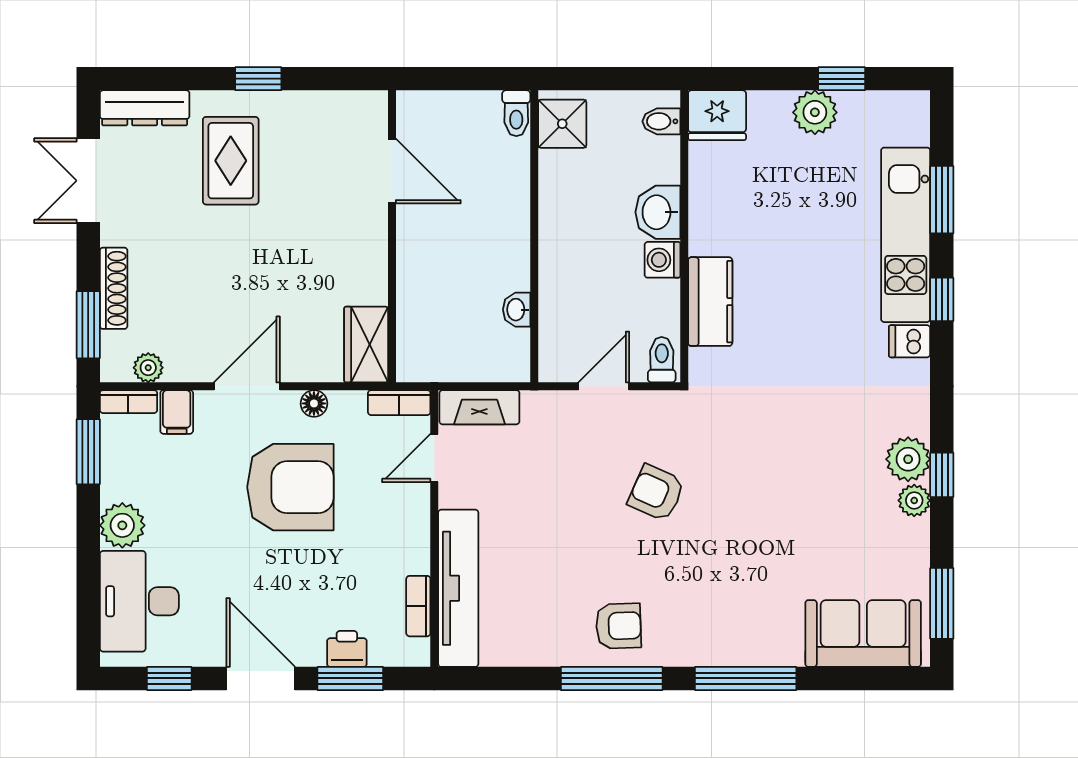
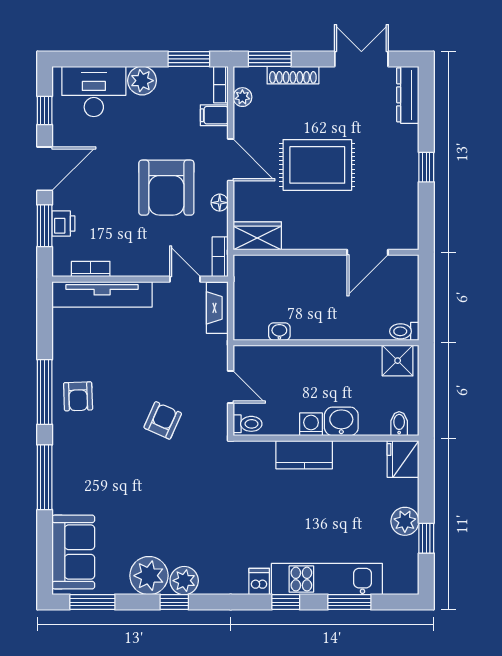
rug: (231, 161) -> (317, 165), moved, width x1.36, depth x1.43
kitchen counter: (710, 302) -> (304, 455), moved
plant: (914, 500) -> (149, 576), width x1.88, depth x1.88

